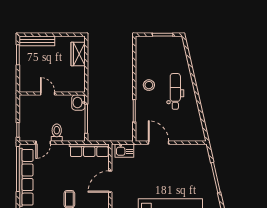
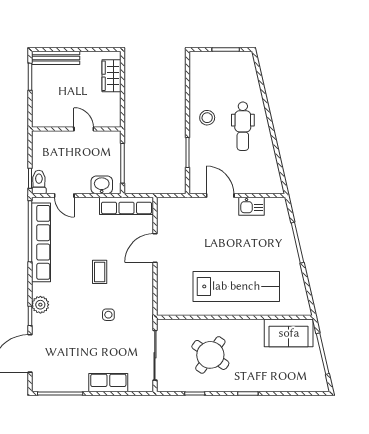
dental chair: (175, 91) -> (243, 126), turned 180
door: (48, 93) -> (84, 129), moved
washbasin: (78, 103) -> (102, 185), moved, turned 90
toilet: (57, 133) -> (39, 182), moved
door: (43, 143) -> (64, 196), hinge flipped
kitchen sink: (124, 151) -> (252, 206), moved

